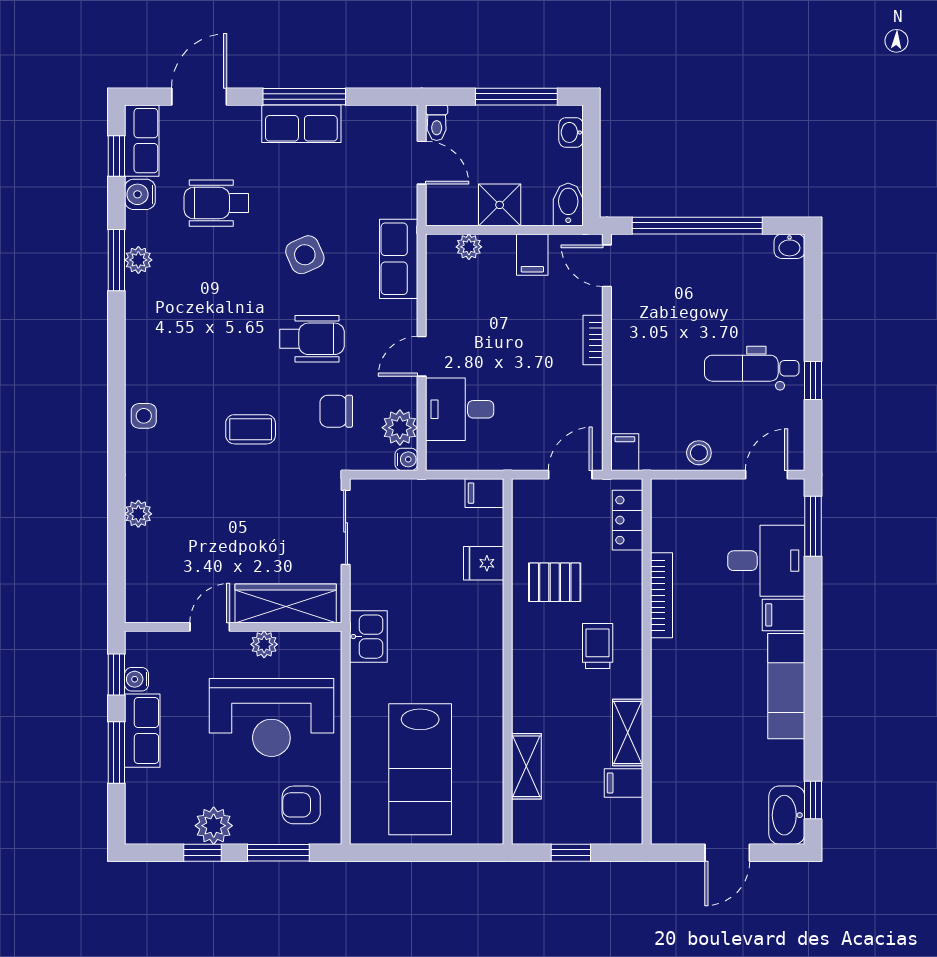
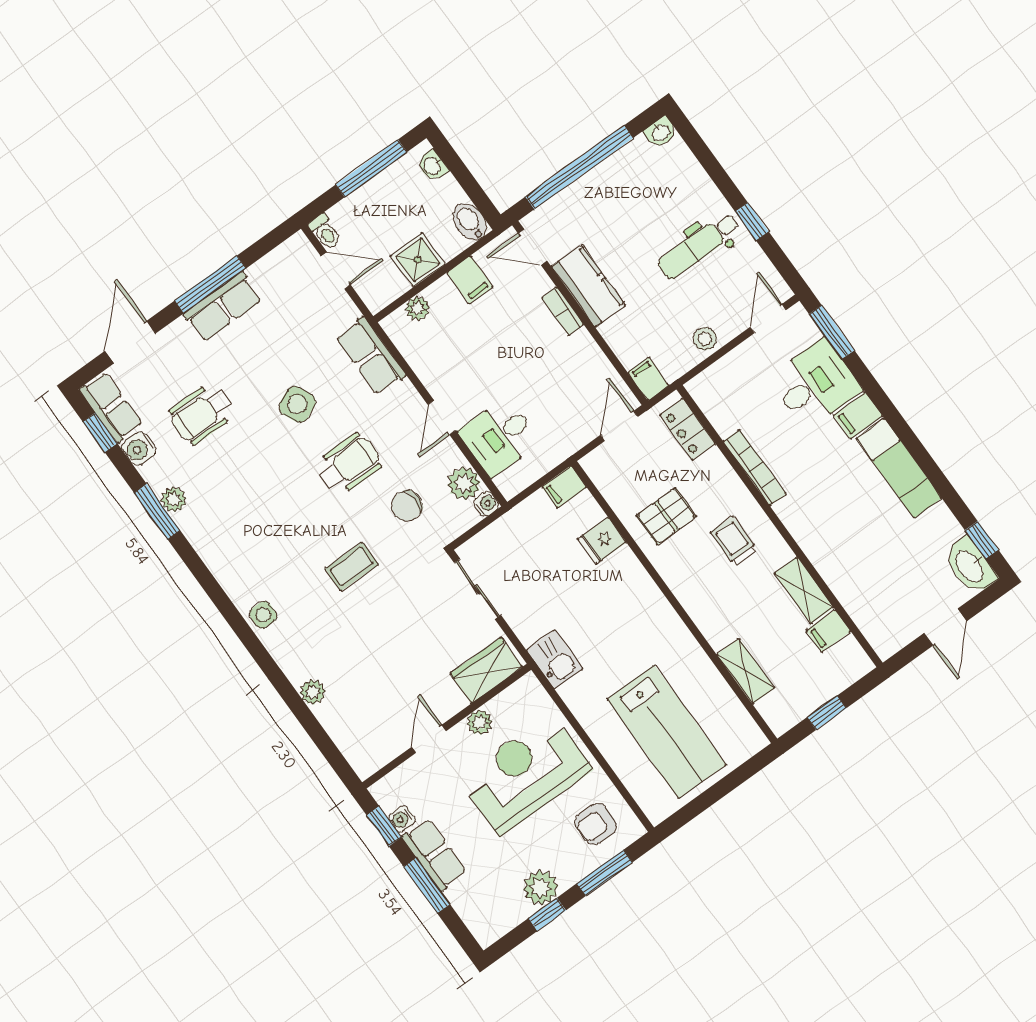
kitchen counter: (631, 334) -> (588, 286), added
wardrobe: (286, 603) -> (486, 670), width x0.67
reception desk: (271, 717) -> (525, 774), turned 180

